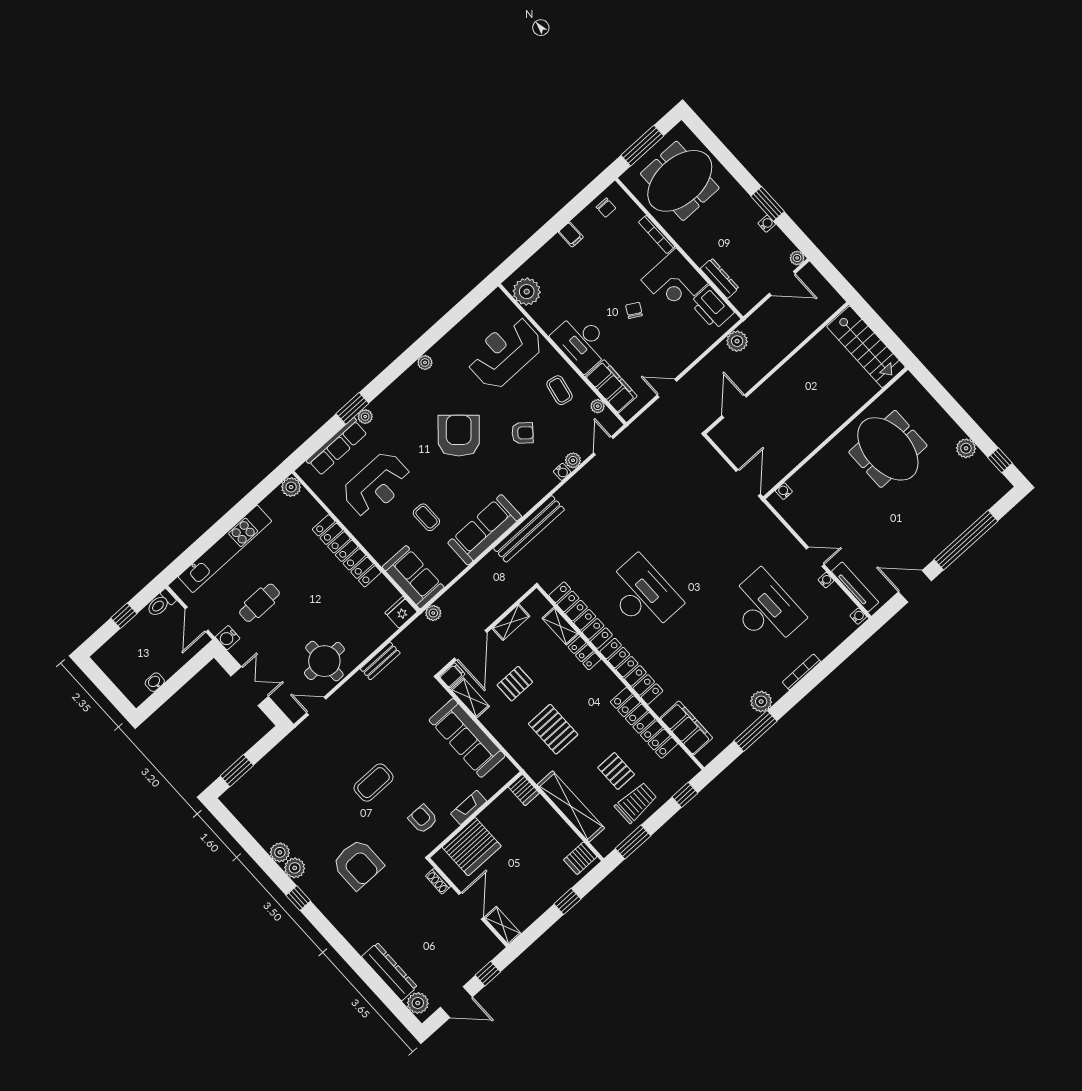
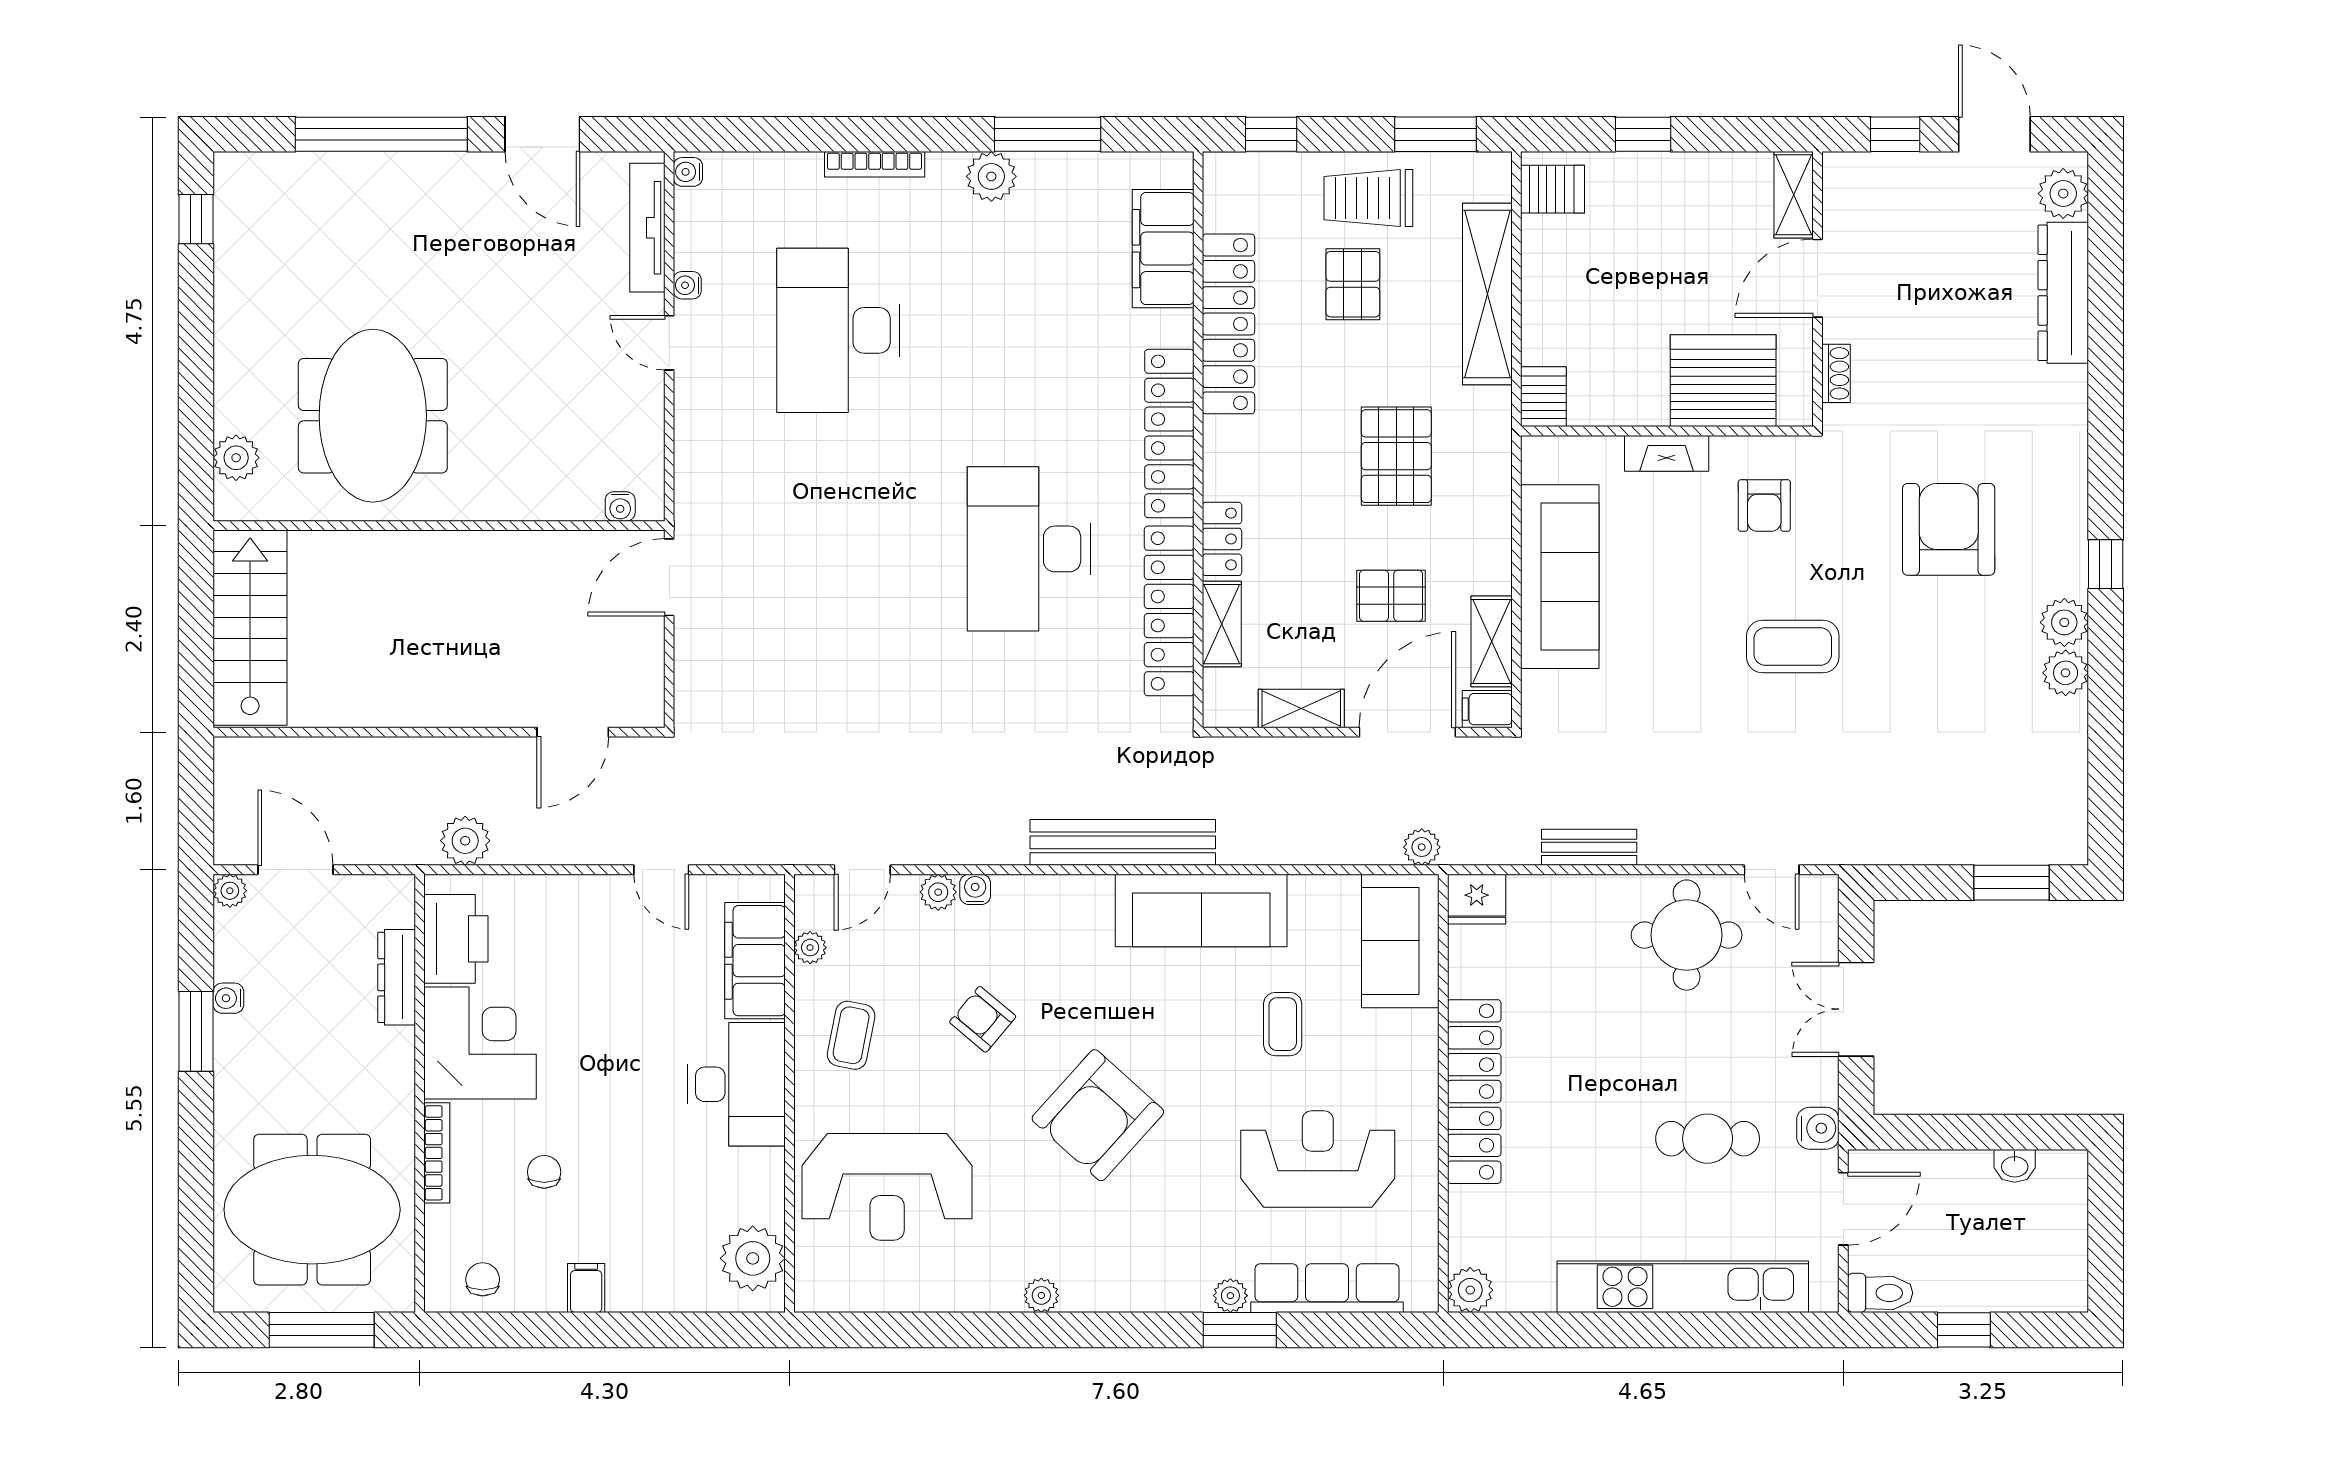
chair: (634, 310) -> (544, 1172), moved, turned 150
plant: (966, 448) -> (236, 458), moved

